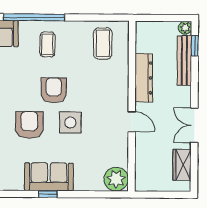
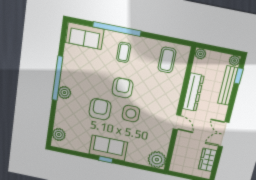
plant: (142, 28) -> (200, 54), added

